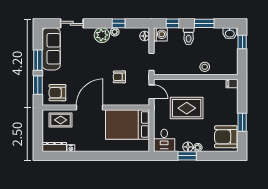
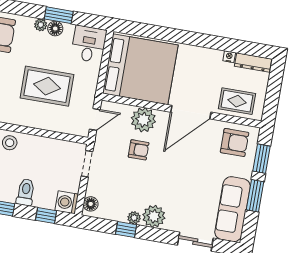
door: (152, 92) -> (95, 119), swing flipped
plant: (120, 97) -> (143, 120), added
bed: (128, 124) -> (140, 69), width x1.36

